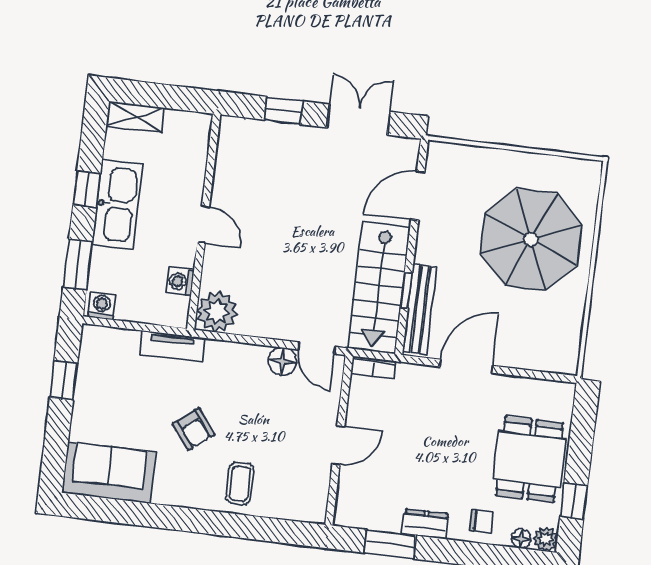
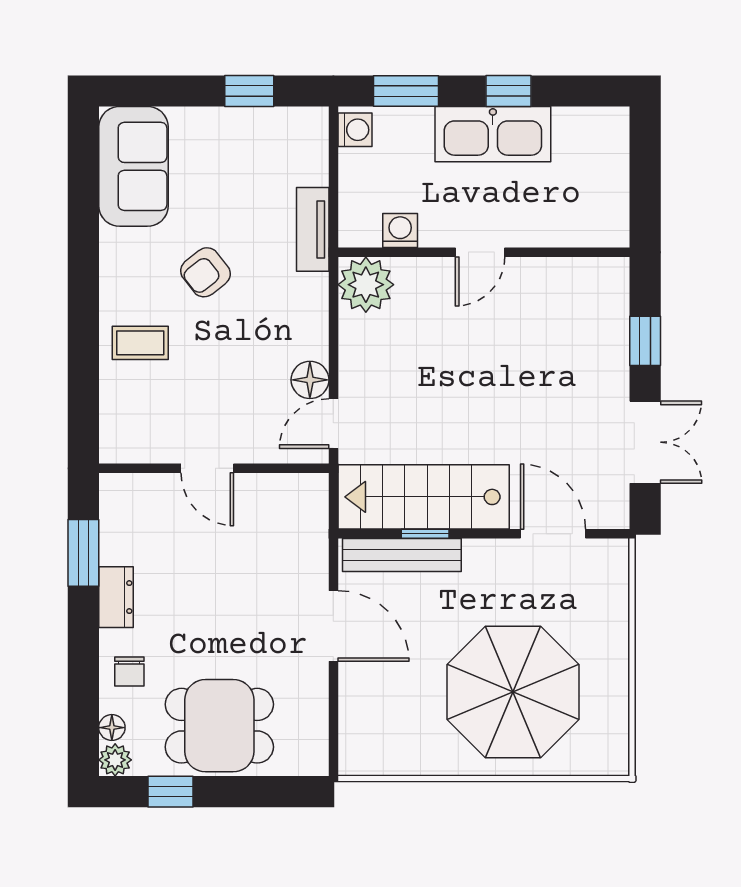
shelving: (135, 117) -> (613, 144), removed
bookcase: (373, 367) -> (317, 502), removed

